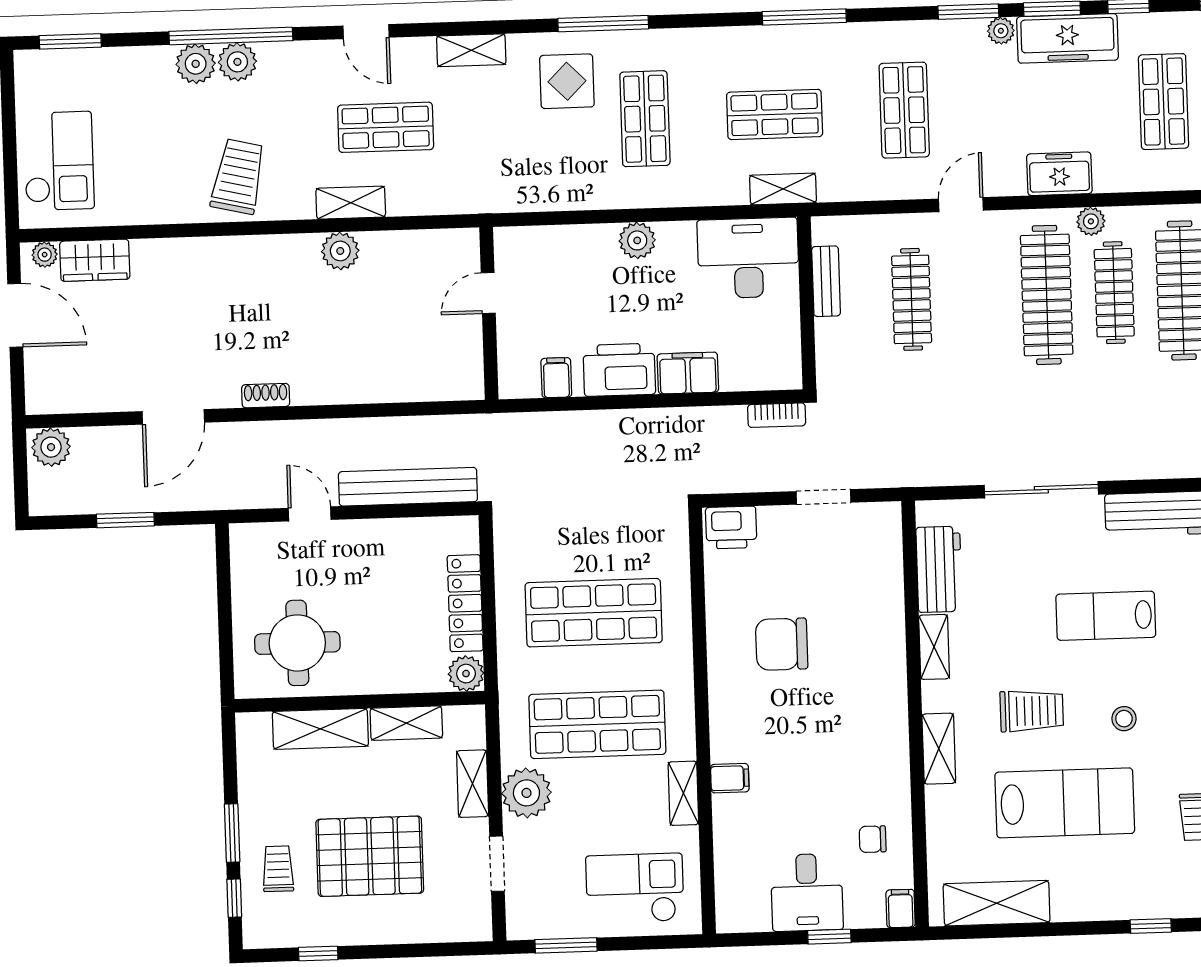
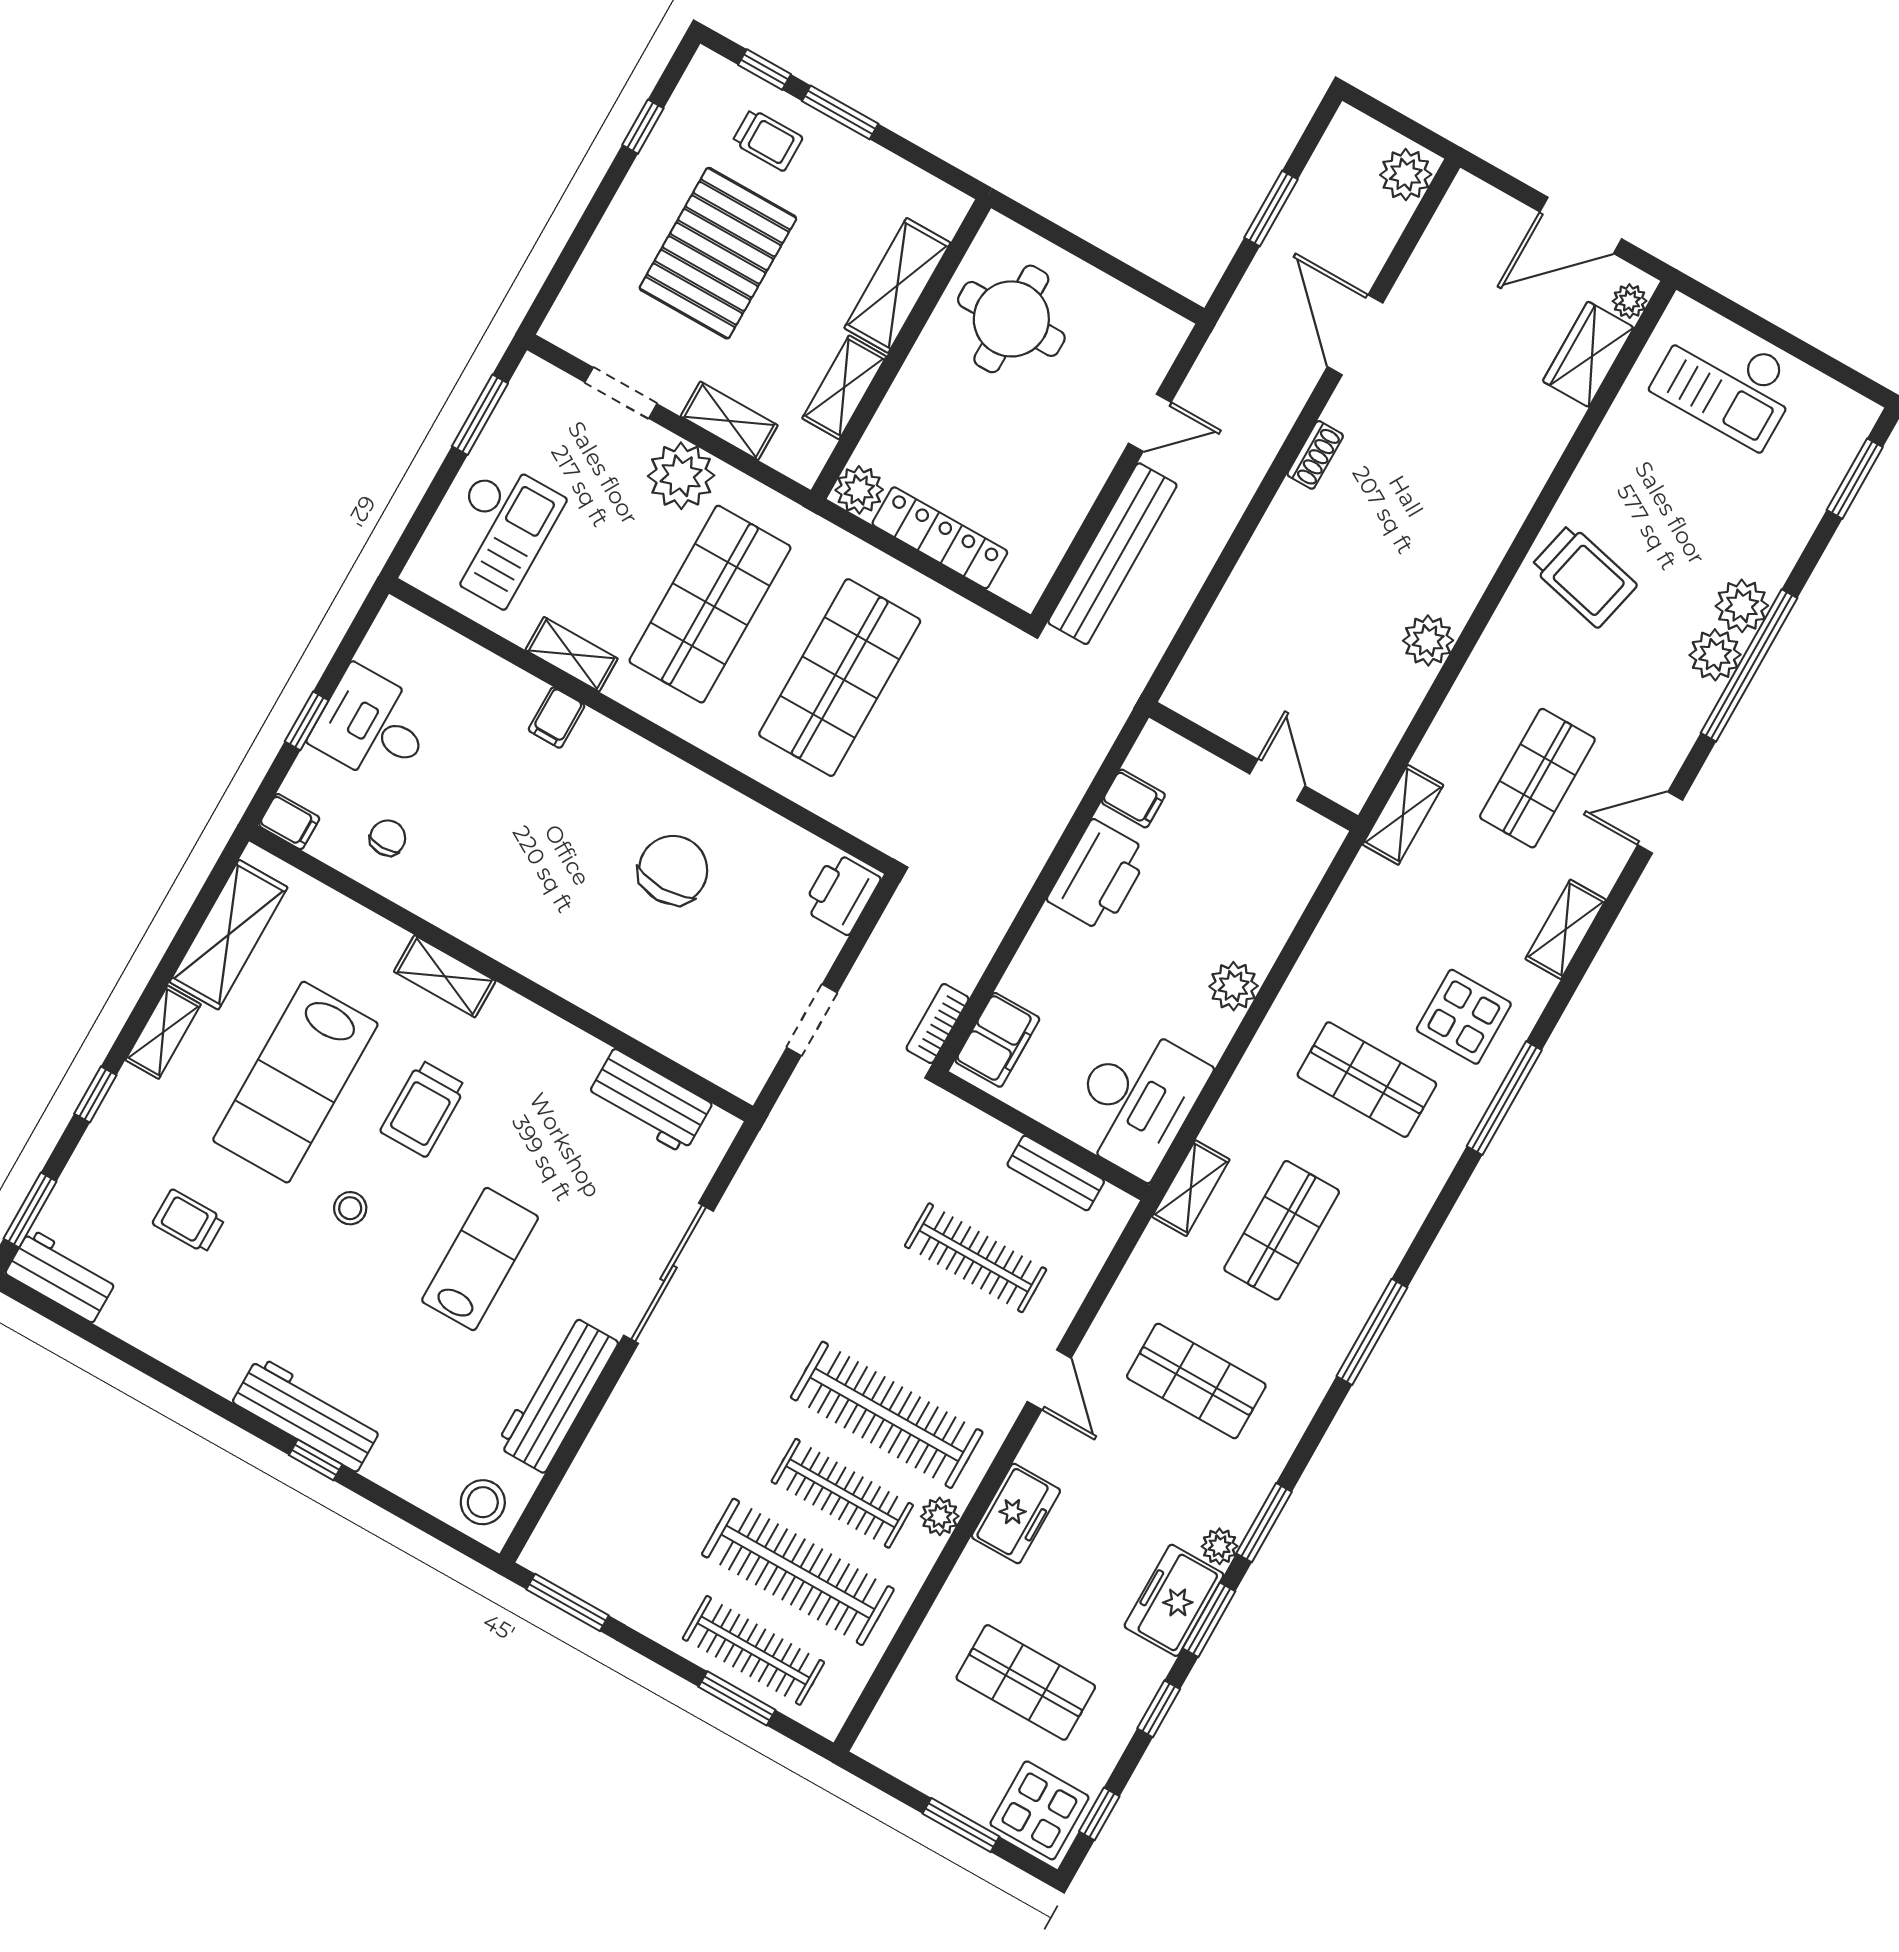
freezer: (1068, 38) -> (1174, 1600), width x0.71
shelving: (351, 203) -> (1403, 815), moved
filing cabinet: (688, 373) -> (997, 1040), moved
shelving: (934, 647) -> (163, 1032), moved, turned 90

